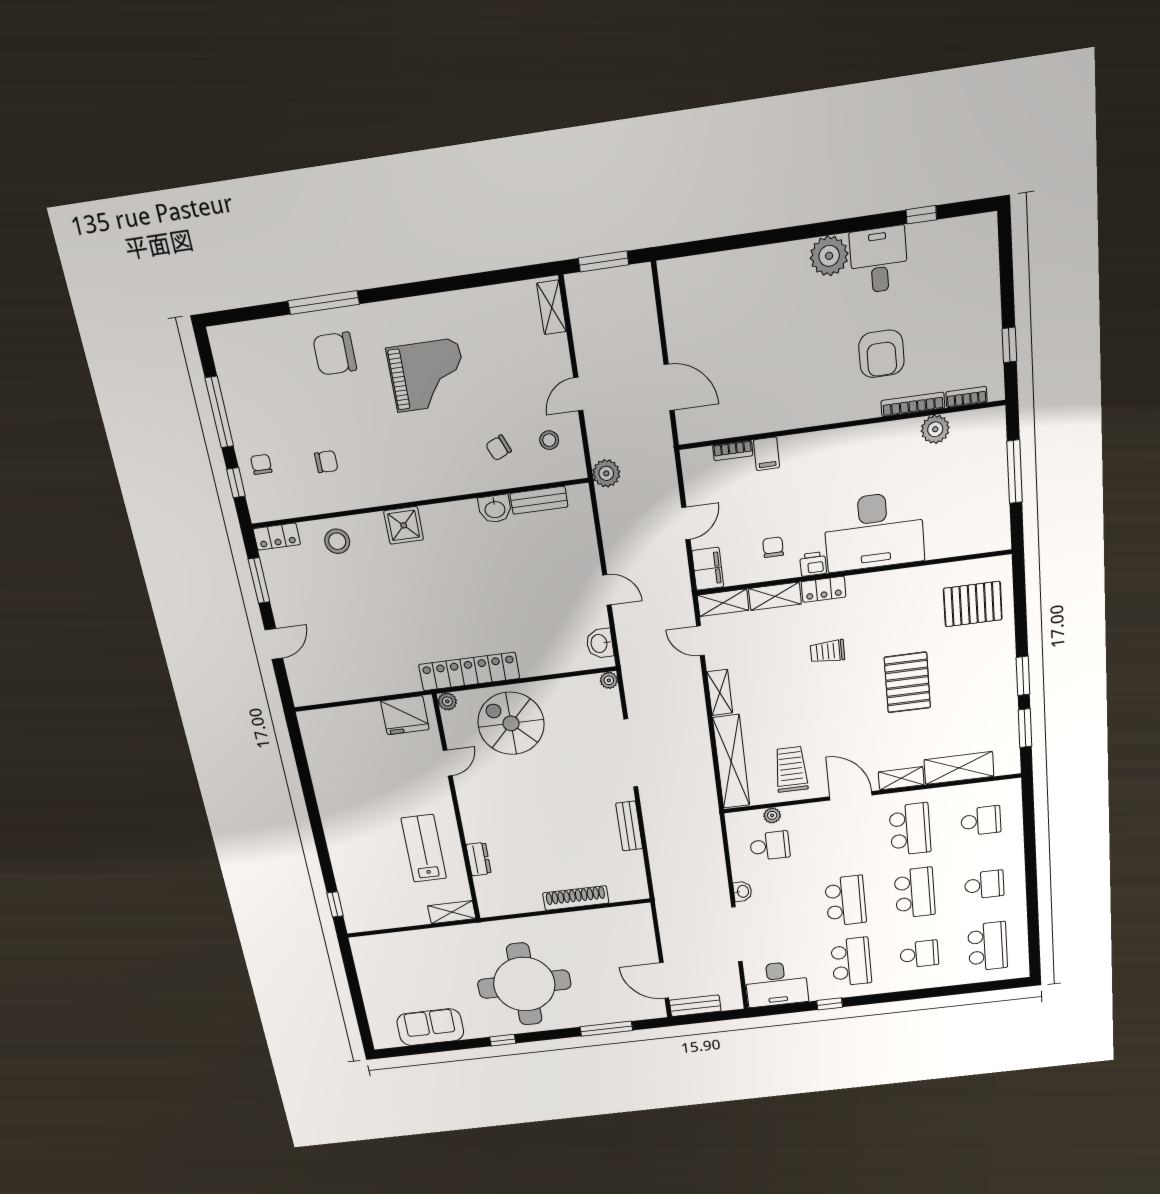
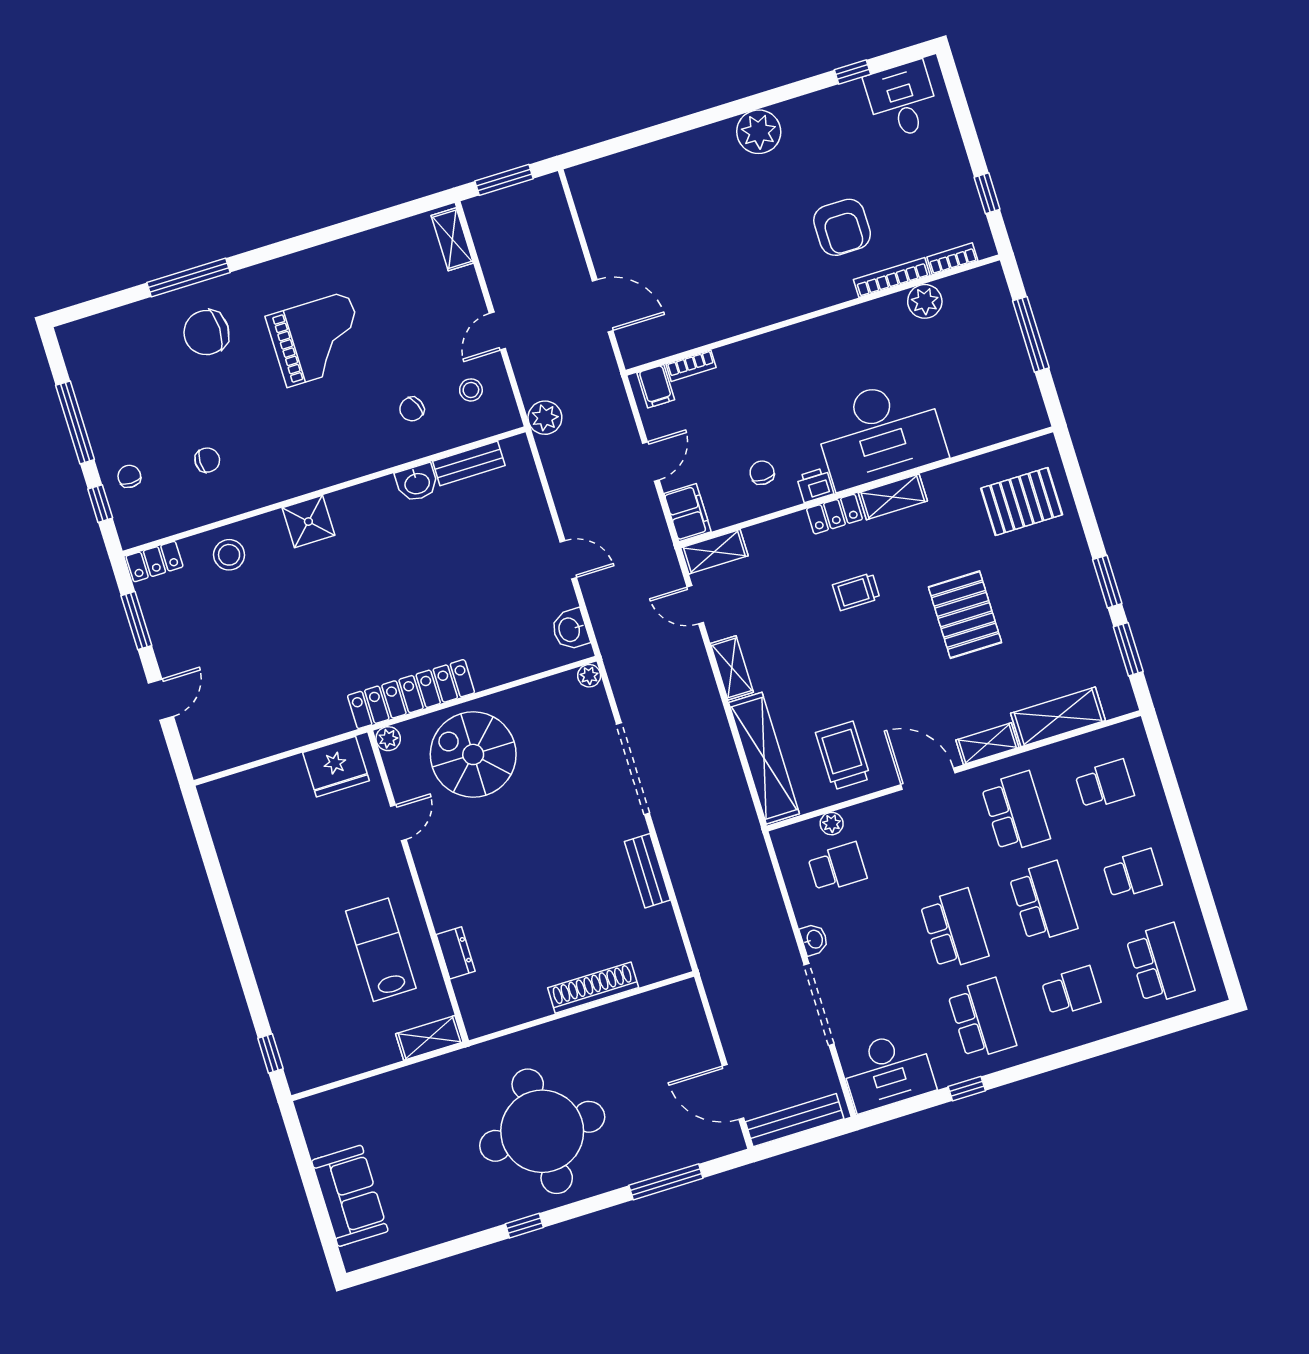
desk: (879, 260) -> (902, 100), moved
filing cabinet: (766, 454) -> (656, 386), moved
shelving: (775, 596) -> (893, 497), moved
bench: (695, 1006) -> (795, 1120), width x1.36
sofa: (430, 1027) -> (350, 1196), moved, turned 90

